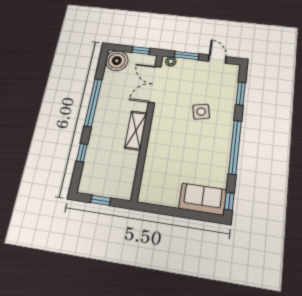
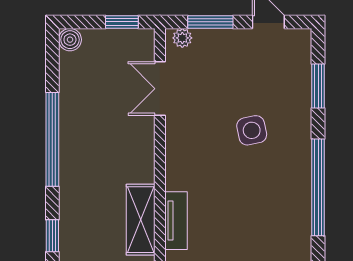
boiler: (117, 61) -> (70, 40), width x0.54, depth x0.54
double door: (155, 84) -> (160, 89), width x0.73
shelving: (136, 130) -> (141, 220), moved
tv unit: (152, 154) -> (176, 221), added

